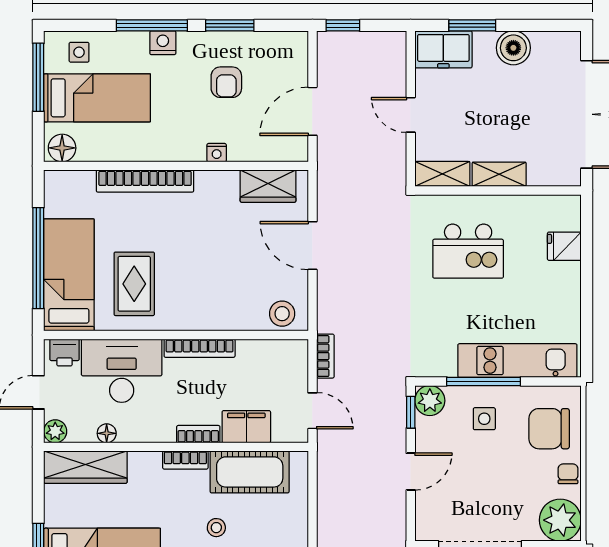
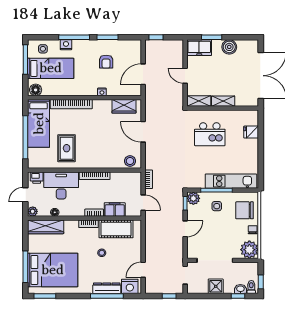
nightstand: (163, 43) -> (66, 45), moved
bed: (69, 275) -> (39, 123), moved, turned 180

